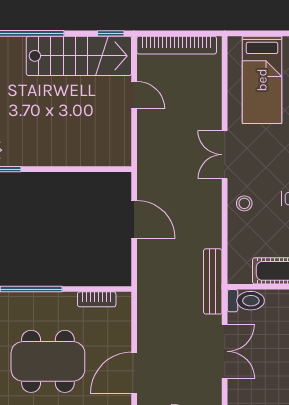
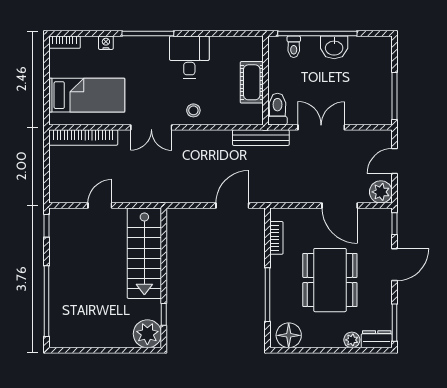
bookcase: (177, 45) -> (83, 138), moved, turned 90
stairs: (79, 56) -> (144, 253), moved, turned 180
door: (134, 219) -> (232, 206), moved

